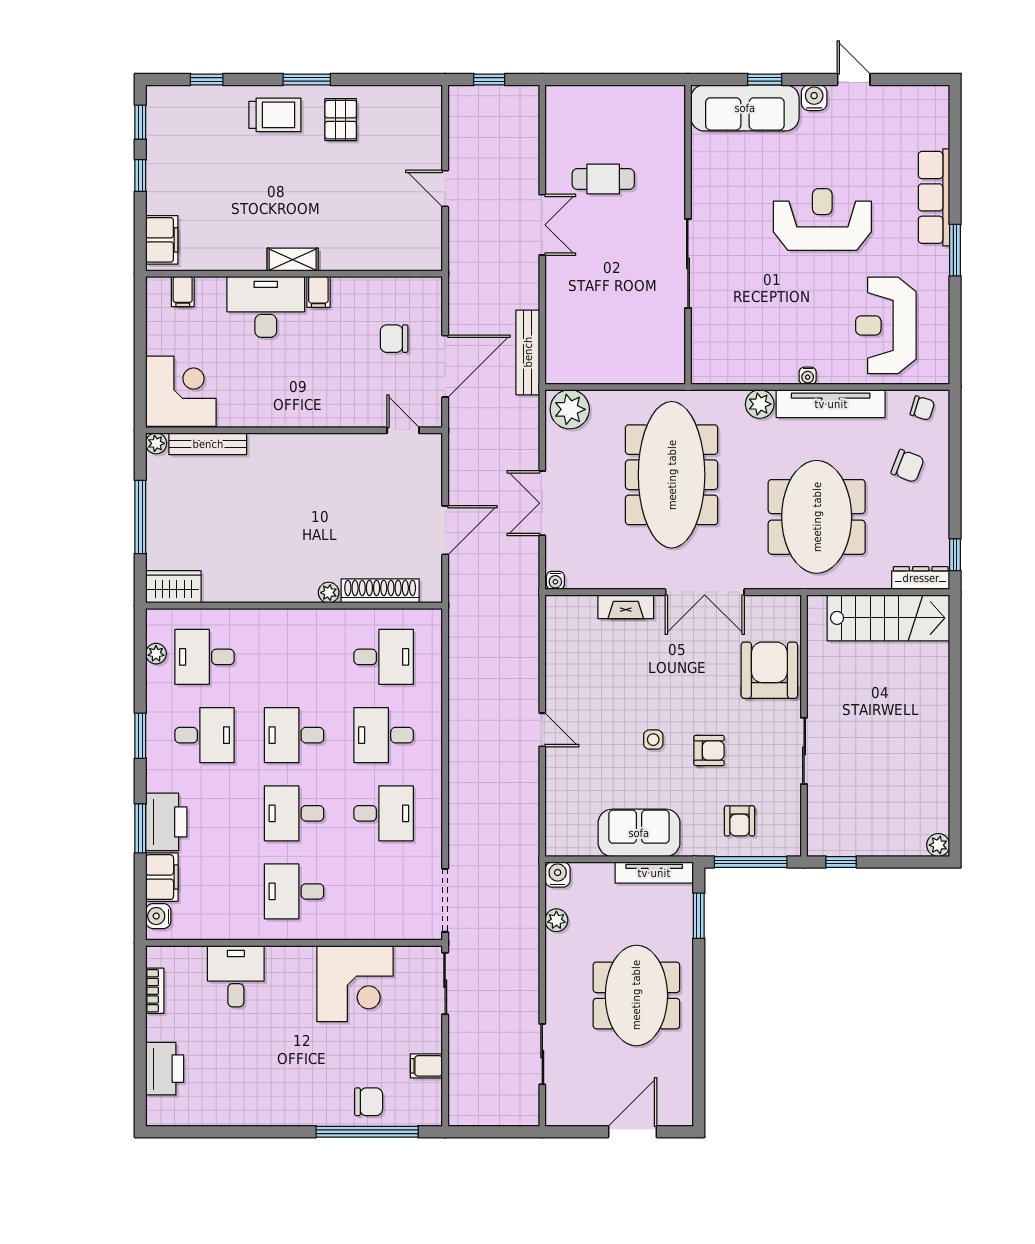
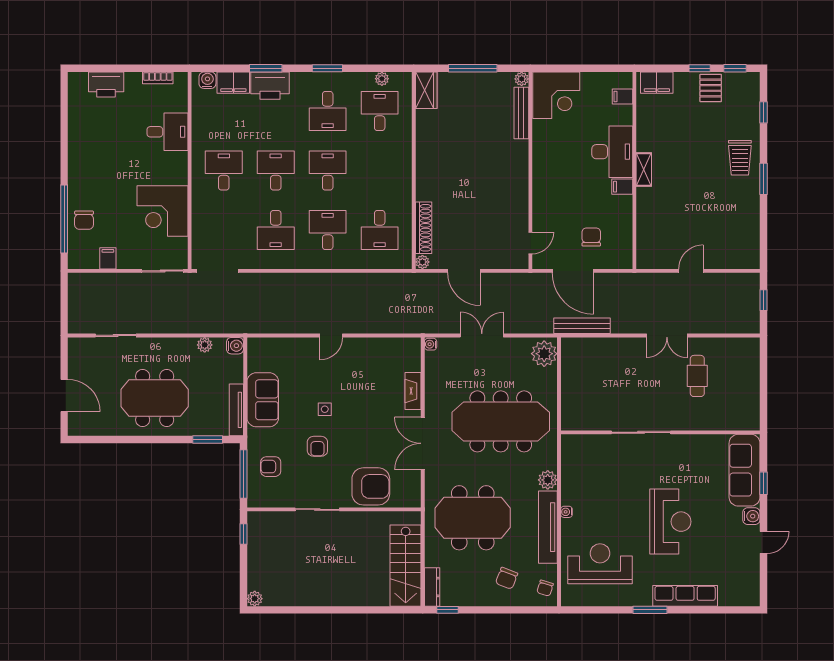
pallet: (341, 120) -> (711, 88), moved, turned 90
plant: (329, 593) -> (422, 262), moved

